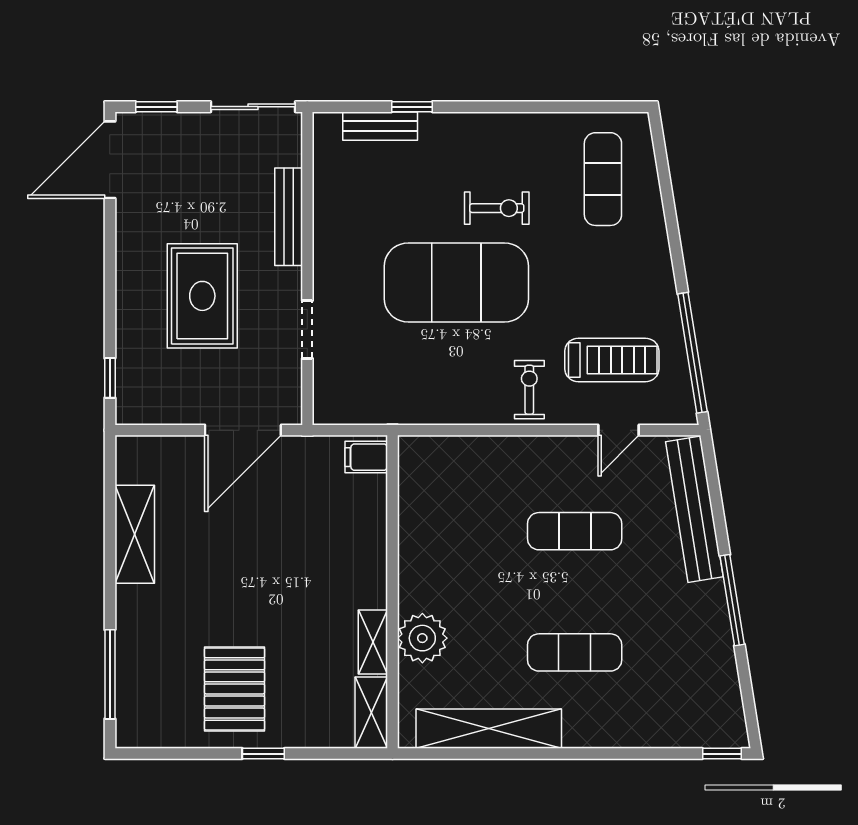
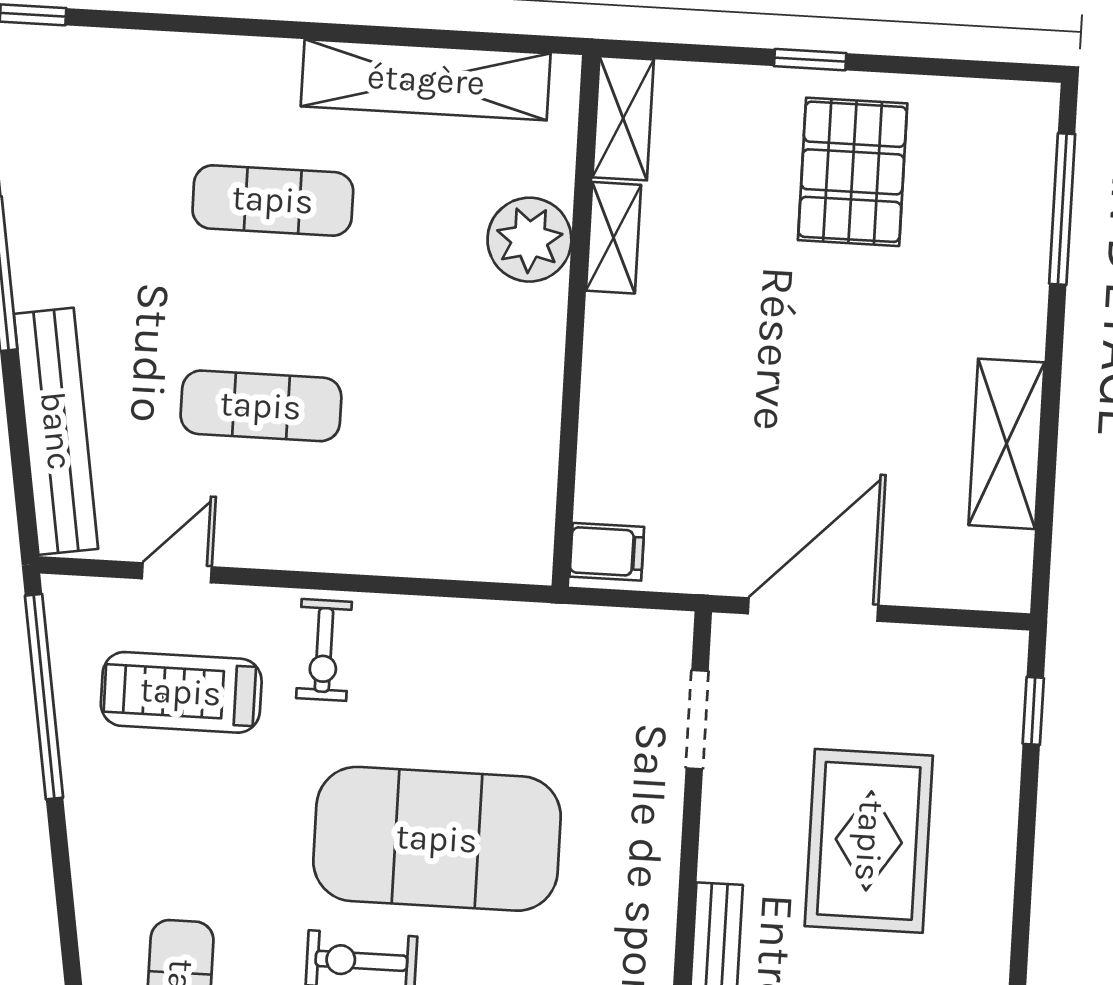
doorway: (307, 329) -> (697, 720), moved

